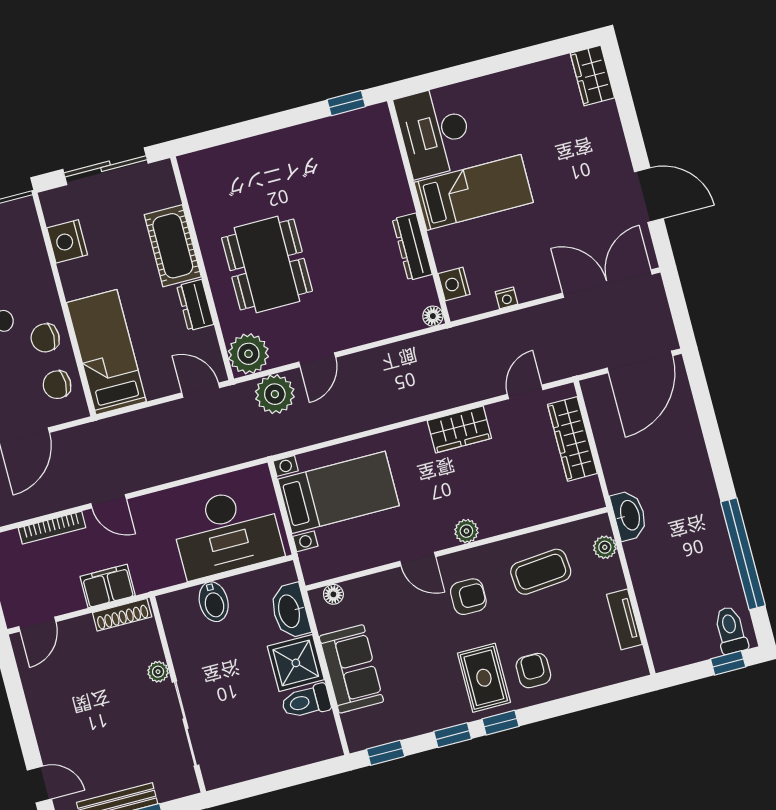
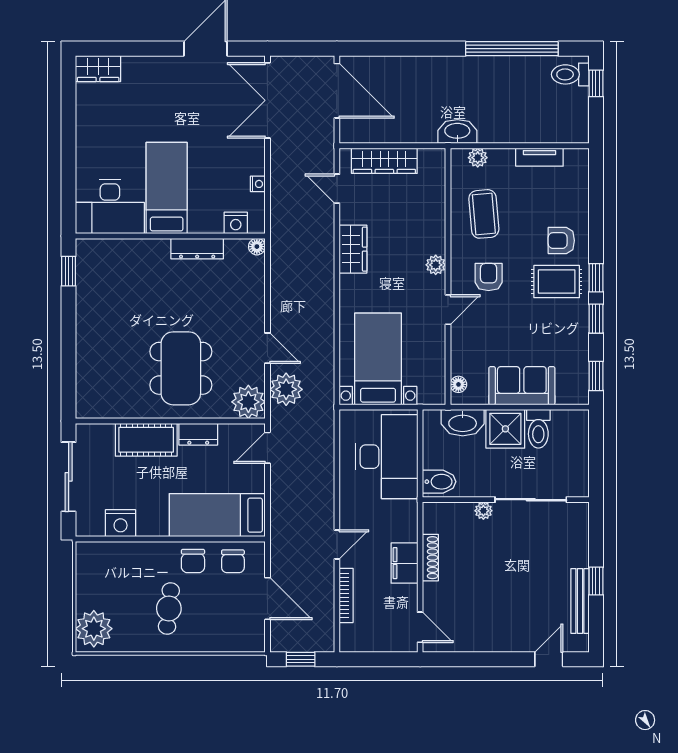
dining table: (267, 264) -> (181, 368), turned 90
plant: (158, 672) -> (483, 511), moved
wall: (178, 694) -> (506, 500), moved
sliding door: (185, 724) -> (531, 500), moved

